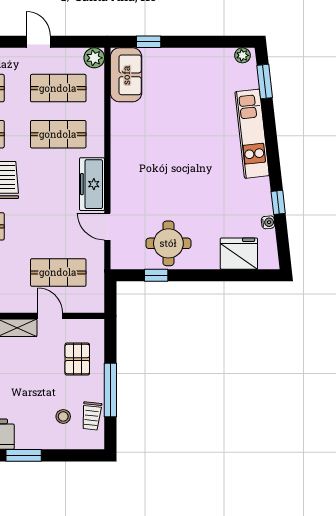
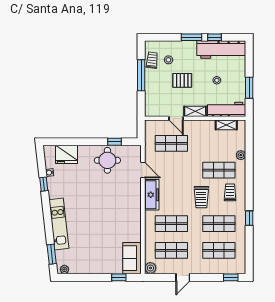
door: (38, 42) -> (183, 277), hinge flipped
pallet: (77, 359) -> (182, 80), moved, turned 90

